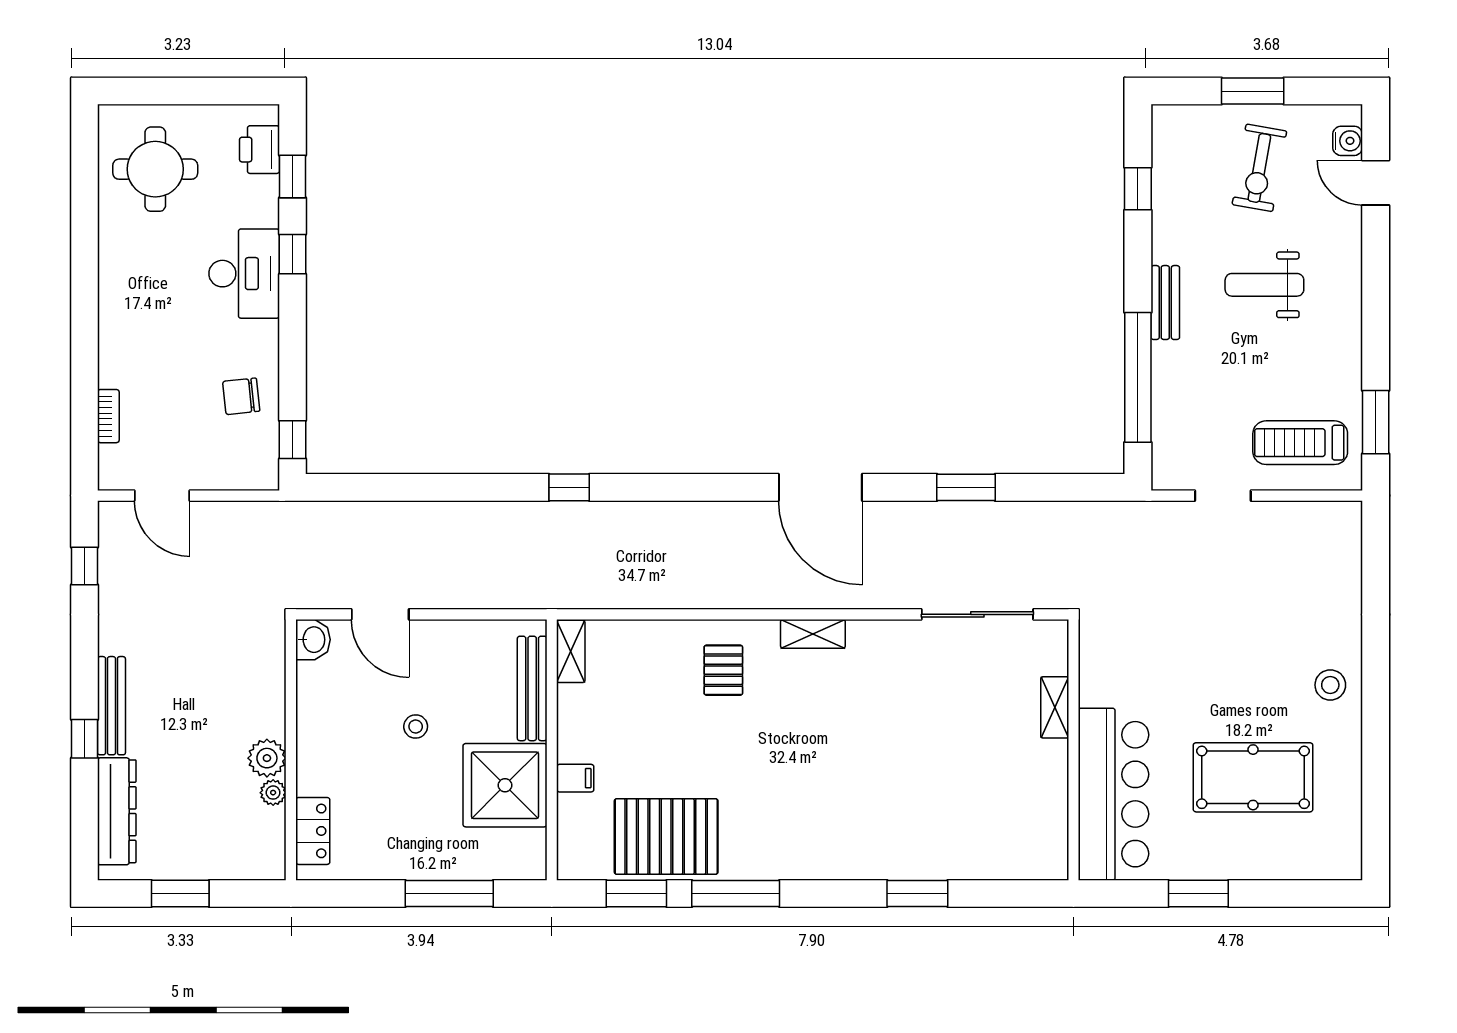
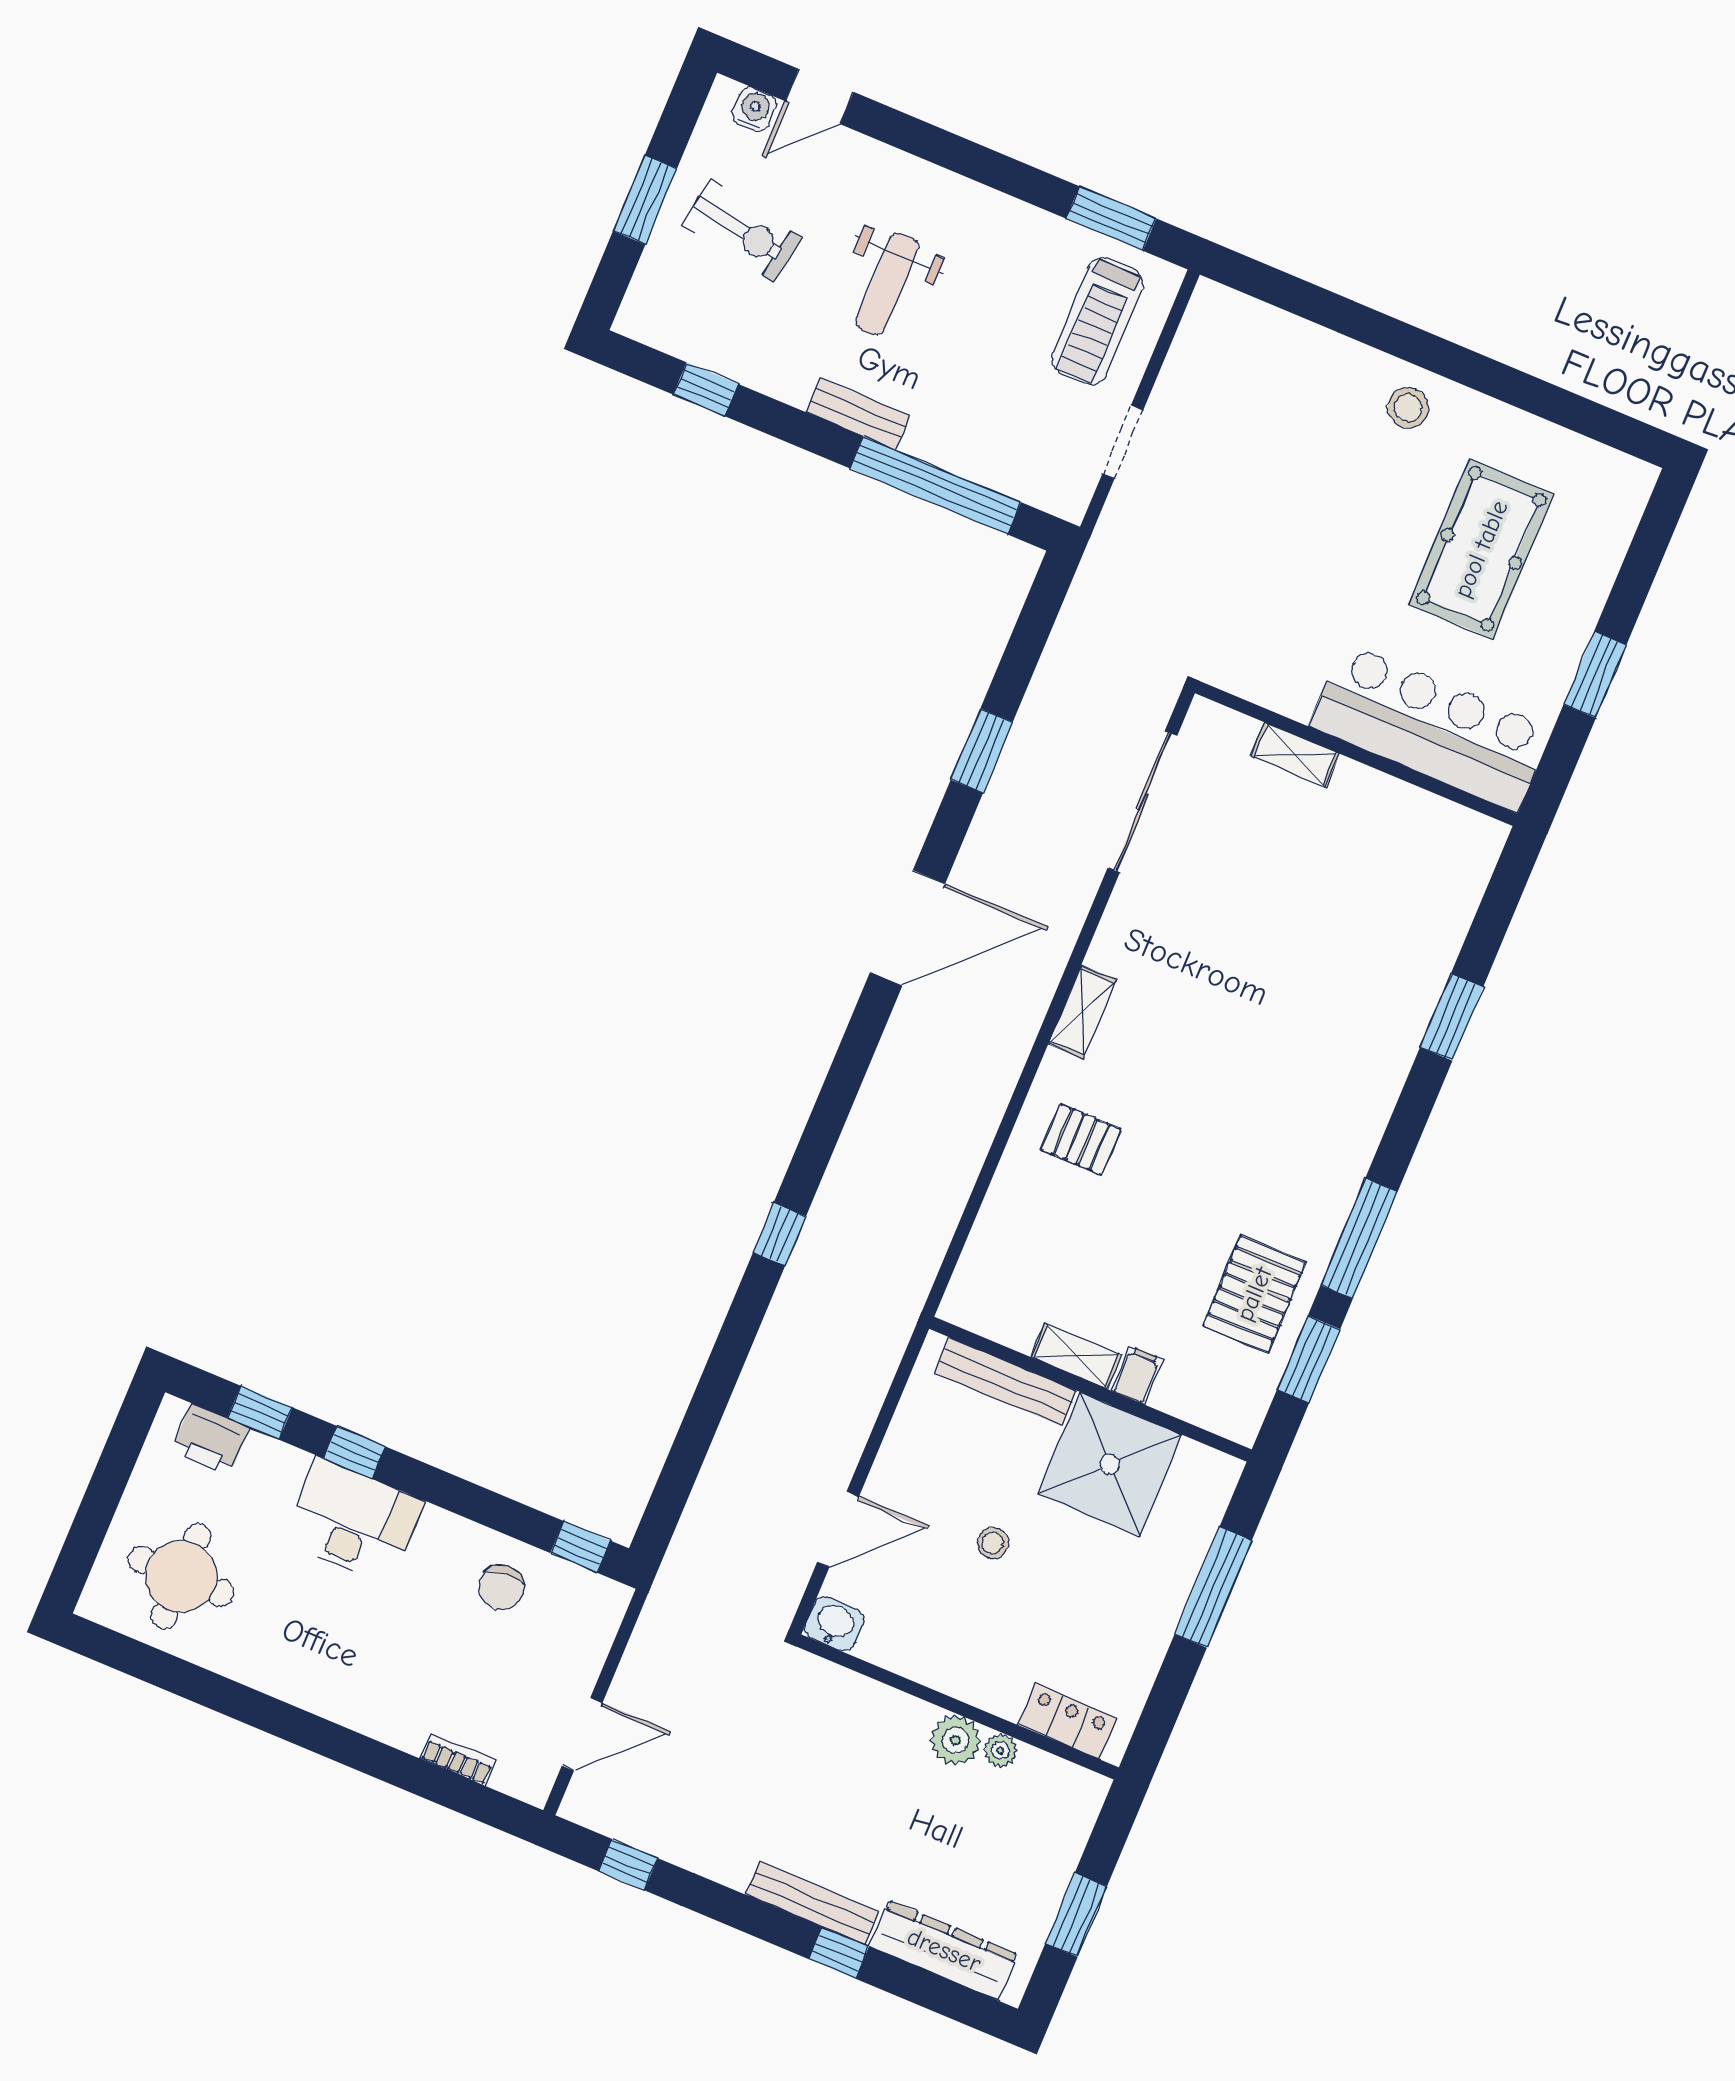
shelving: (571, 651) -> (1076, 1356), moved
pallet: (666, 837) -> (1254, 1294), width x0.73, depth x0.71

